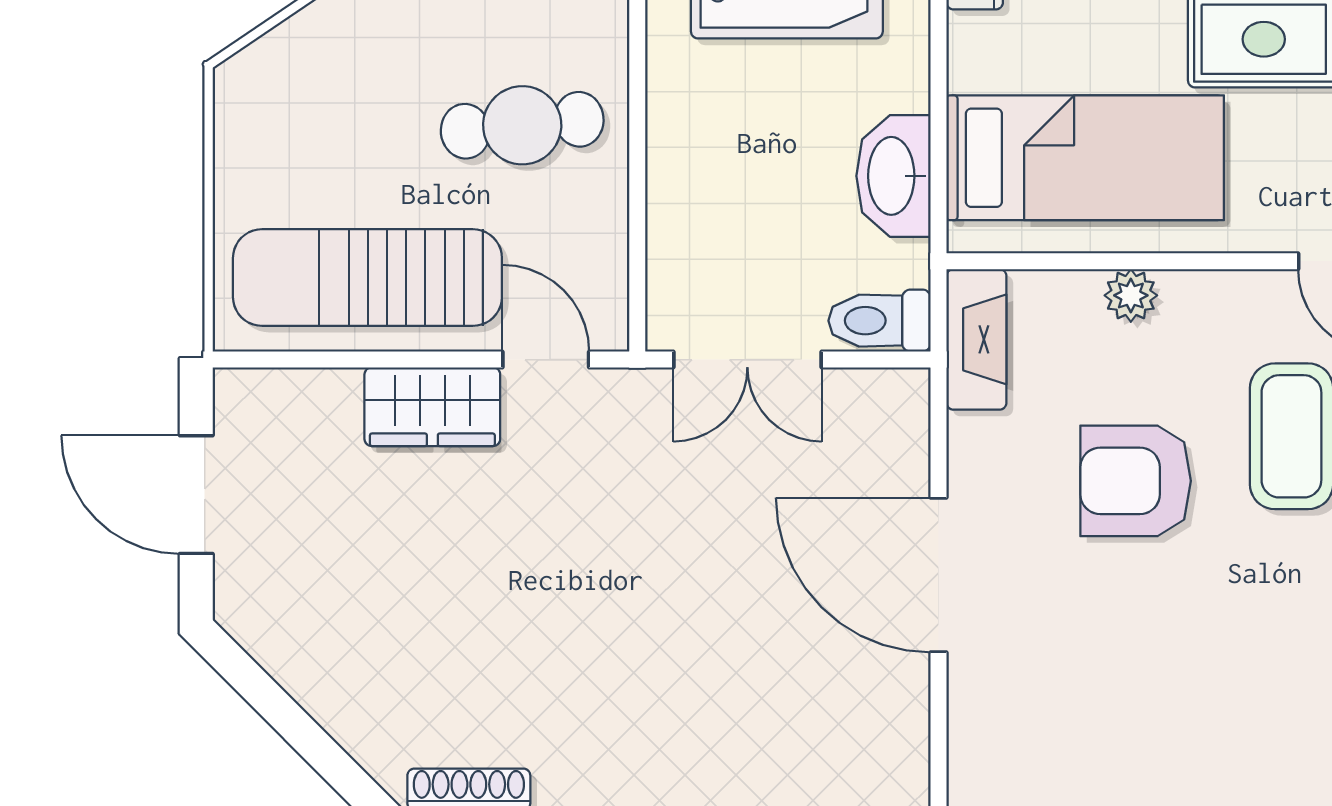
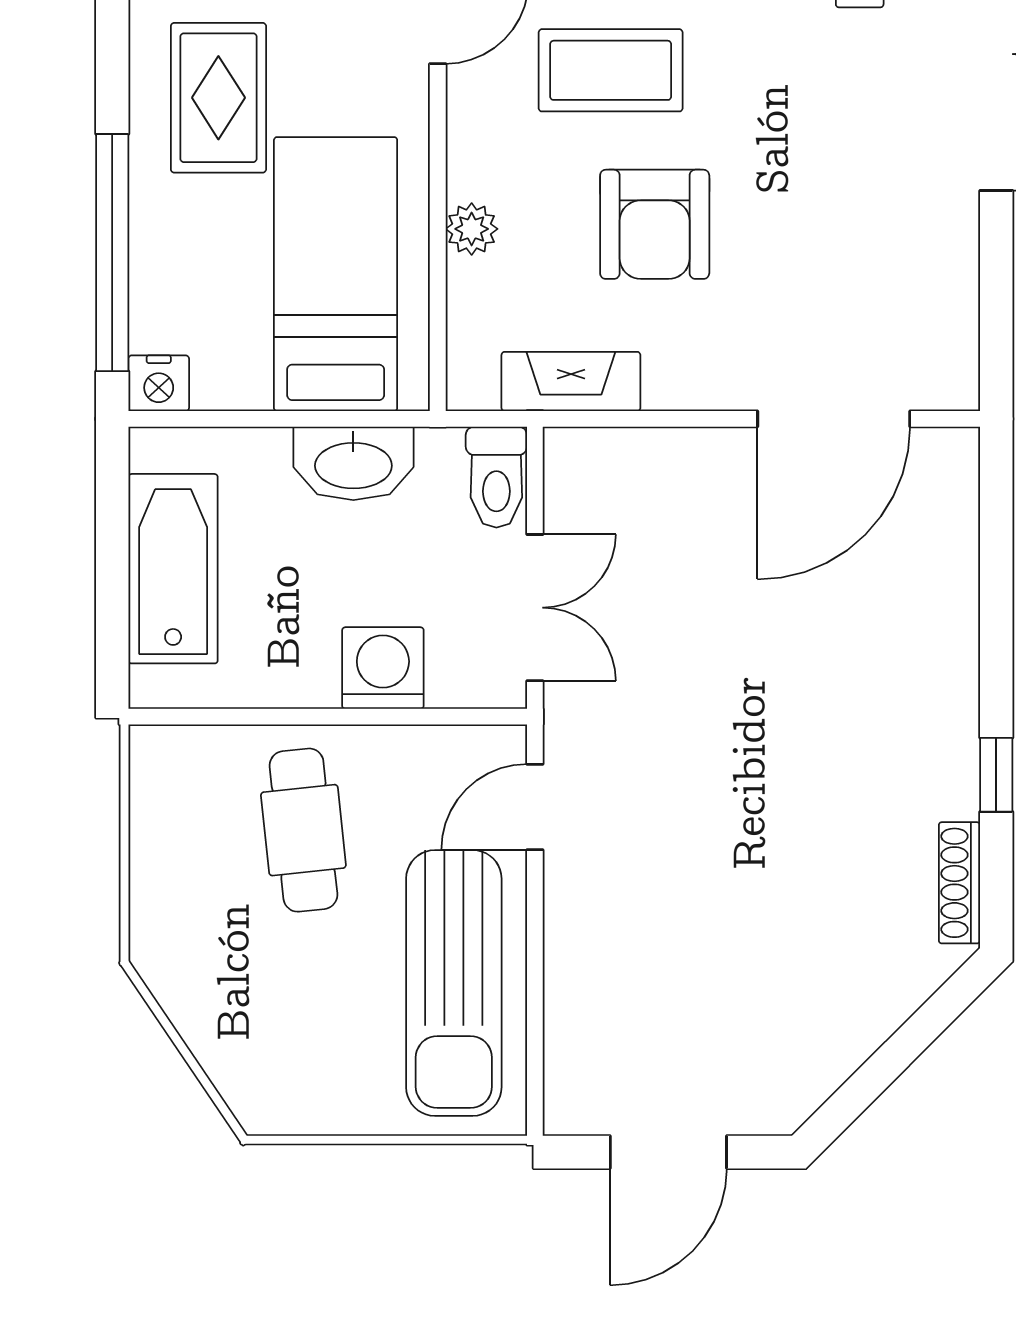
washing machine: (686, 206) -> (383, 668), added
fireplace: (976, 339) -> (571, 381), moved
wardrobe: (432, 407) -> (581, 919), removed
door: (939, 575) -> (834, 419), moved

